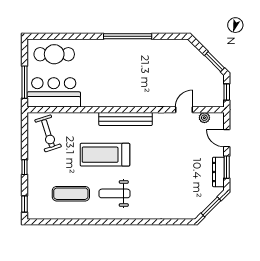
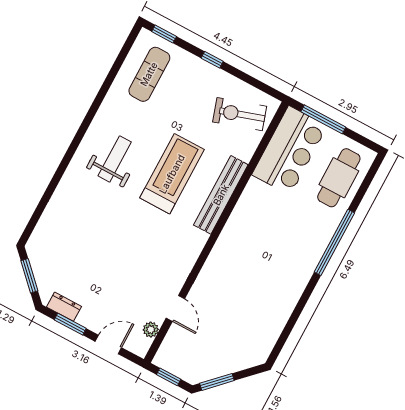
window: (128, 36) -> (334, 242), moved
bench: (126, 119) -> (221, 195), moved
dresser: (218, 172) -> (64, 307), width x0.70
exercise mat: (71, 194) -> (149, 74), moved

